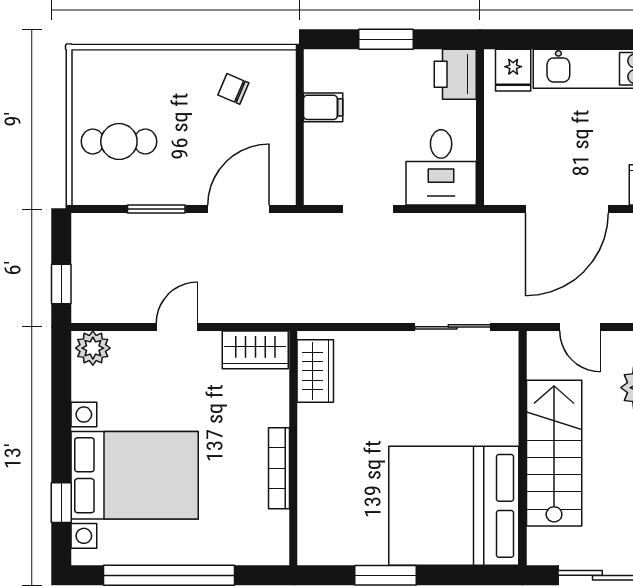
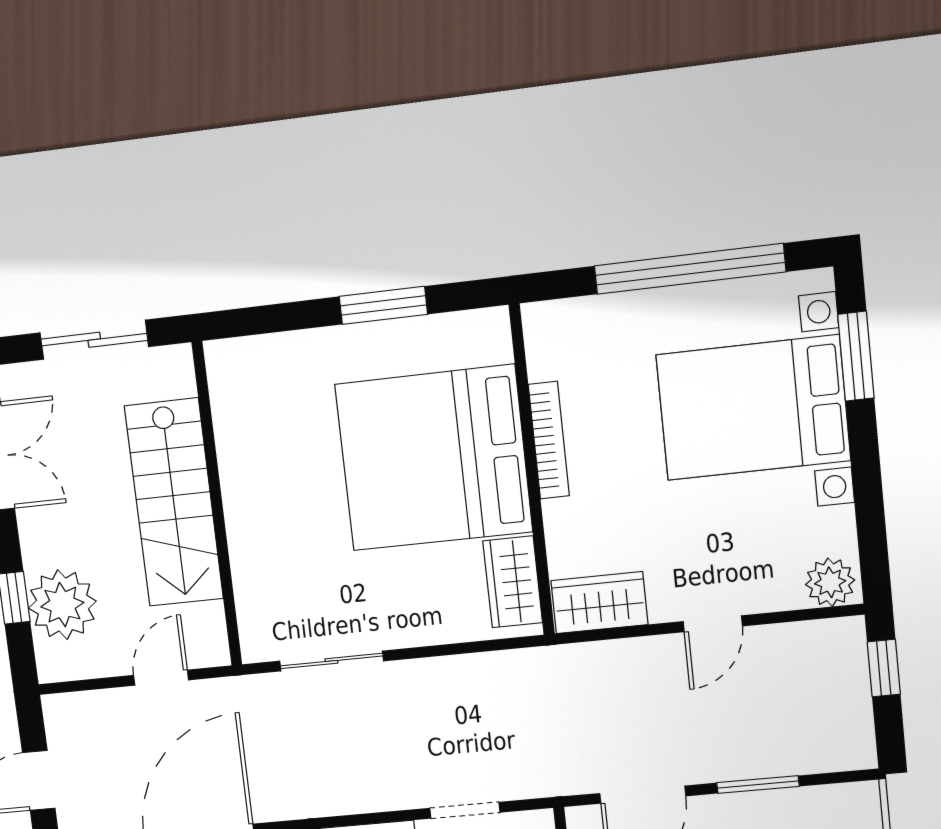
door: (580, 327) -> (161, 678), hinge flipped
window: (61, 503) -> (856, 356), width x1.50
bed: (454, 506) -> (434, 458), moved, turned 180

